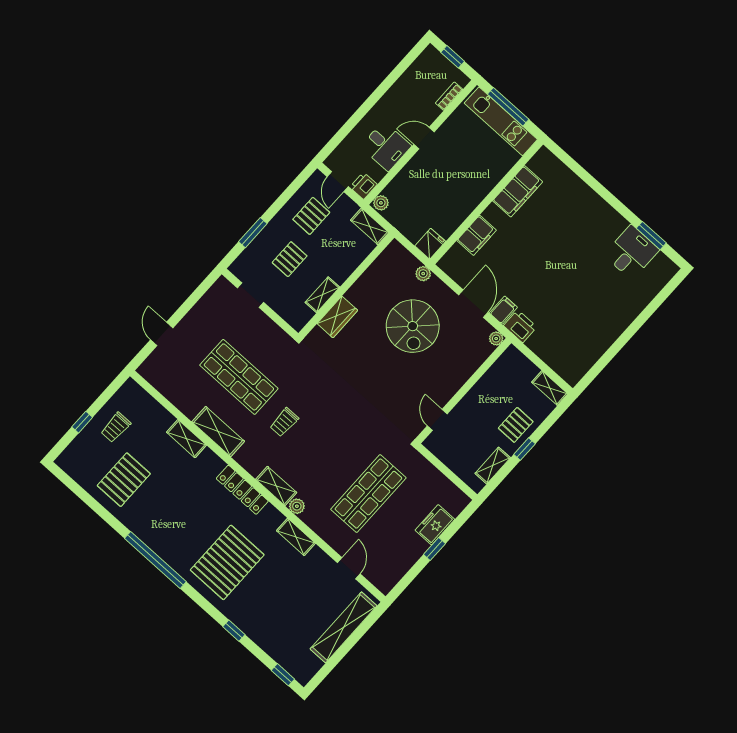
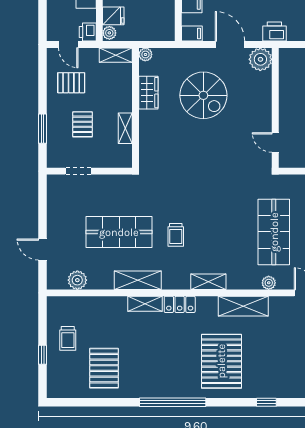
pallet: (311, 216) -> (71, 83), turned 90
fridge: (430, 244) -> (113, 16), moved, turned 90
plant: (423, 274) -> (145, 54), moved
filing cabinet: (503, 310) -> (192, 33), moved, turned 90
wardrobe: (337, 317) -> (148, 93), moved
plant: (496, 339) -> (260, 59), width x1.87, depth x1.87
plant: (168, 386) -> (77, 280), added
shelving: (186, 439) -> (145, 304), moved
locker: (242, 490) -> (180, 304), width x0.66
plant: (297, 506) -> (269, 283), moved
shelving: (296, 537) -> (243, 306), width x1.50, depth x1.33

